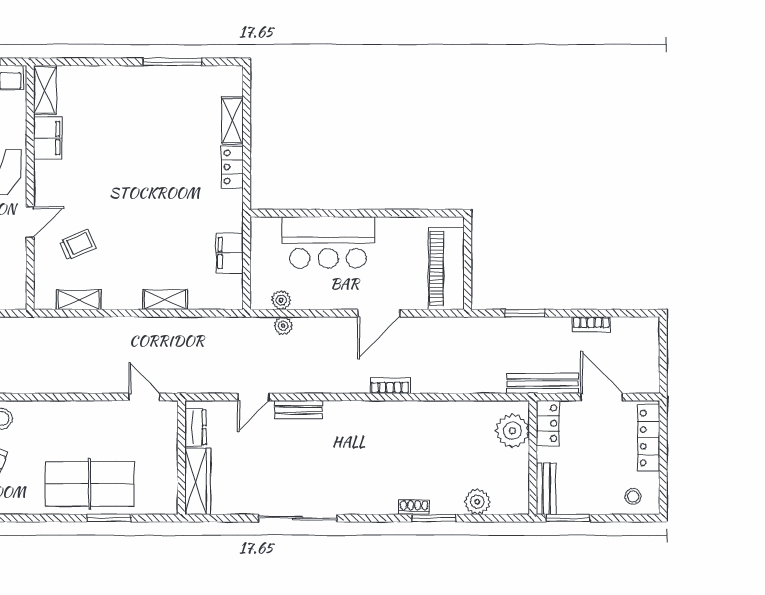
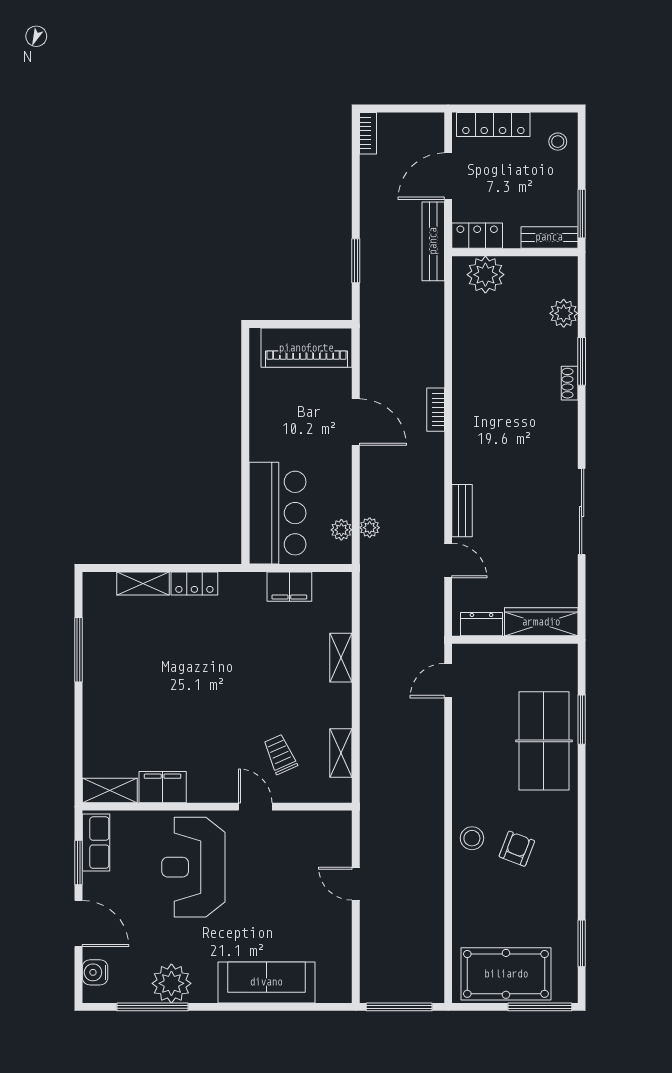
bar counter: (328, 242) -> (278, 513), moved
bookcase: (591, 324) -> (368, 133), moved

